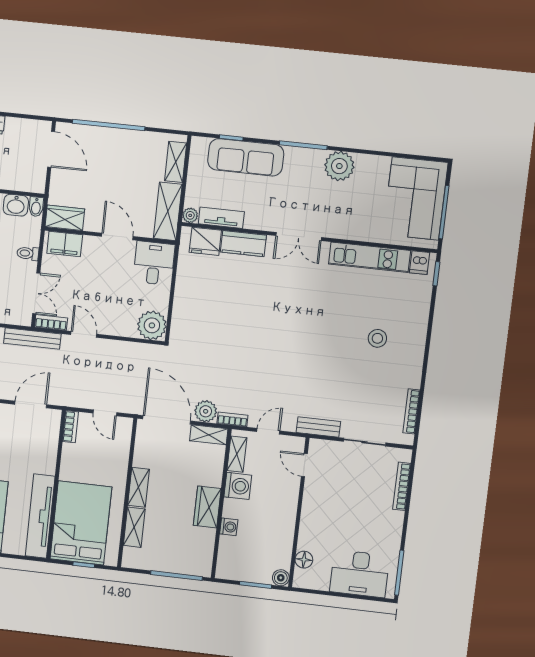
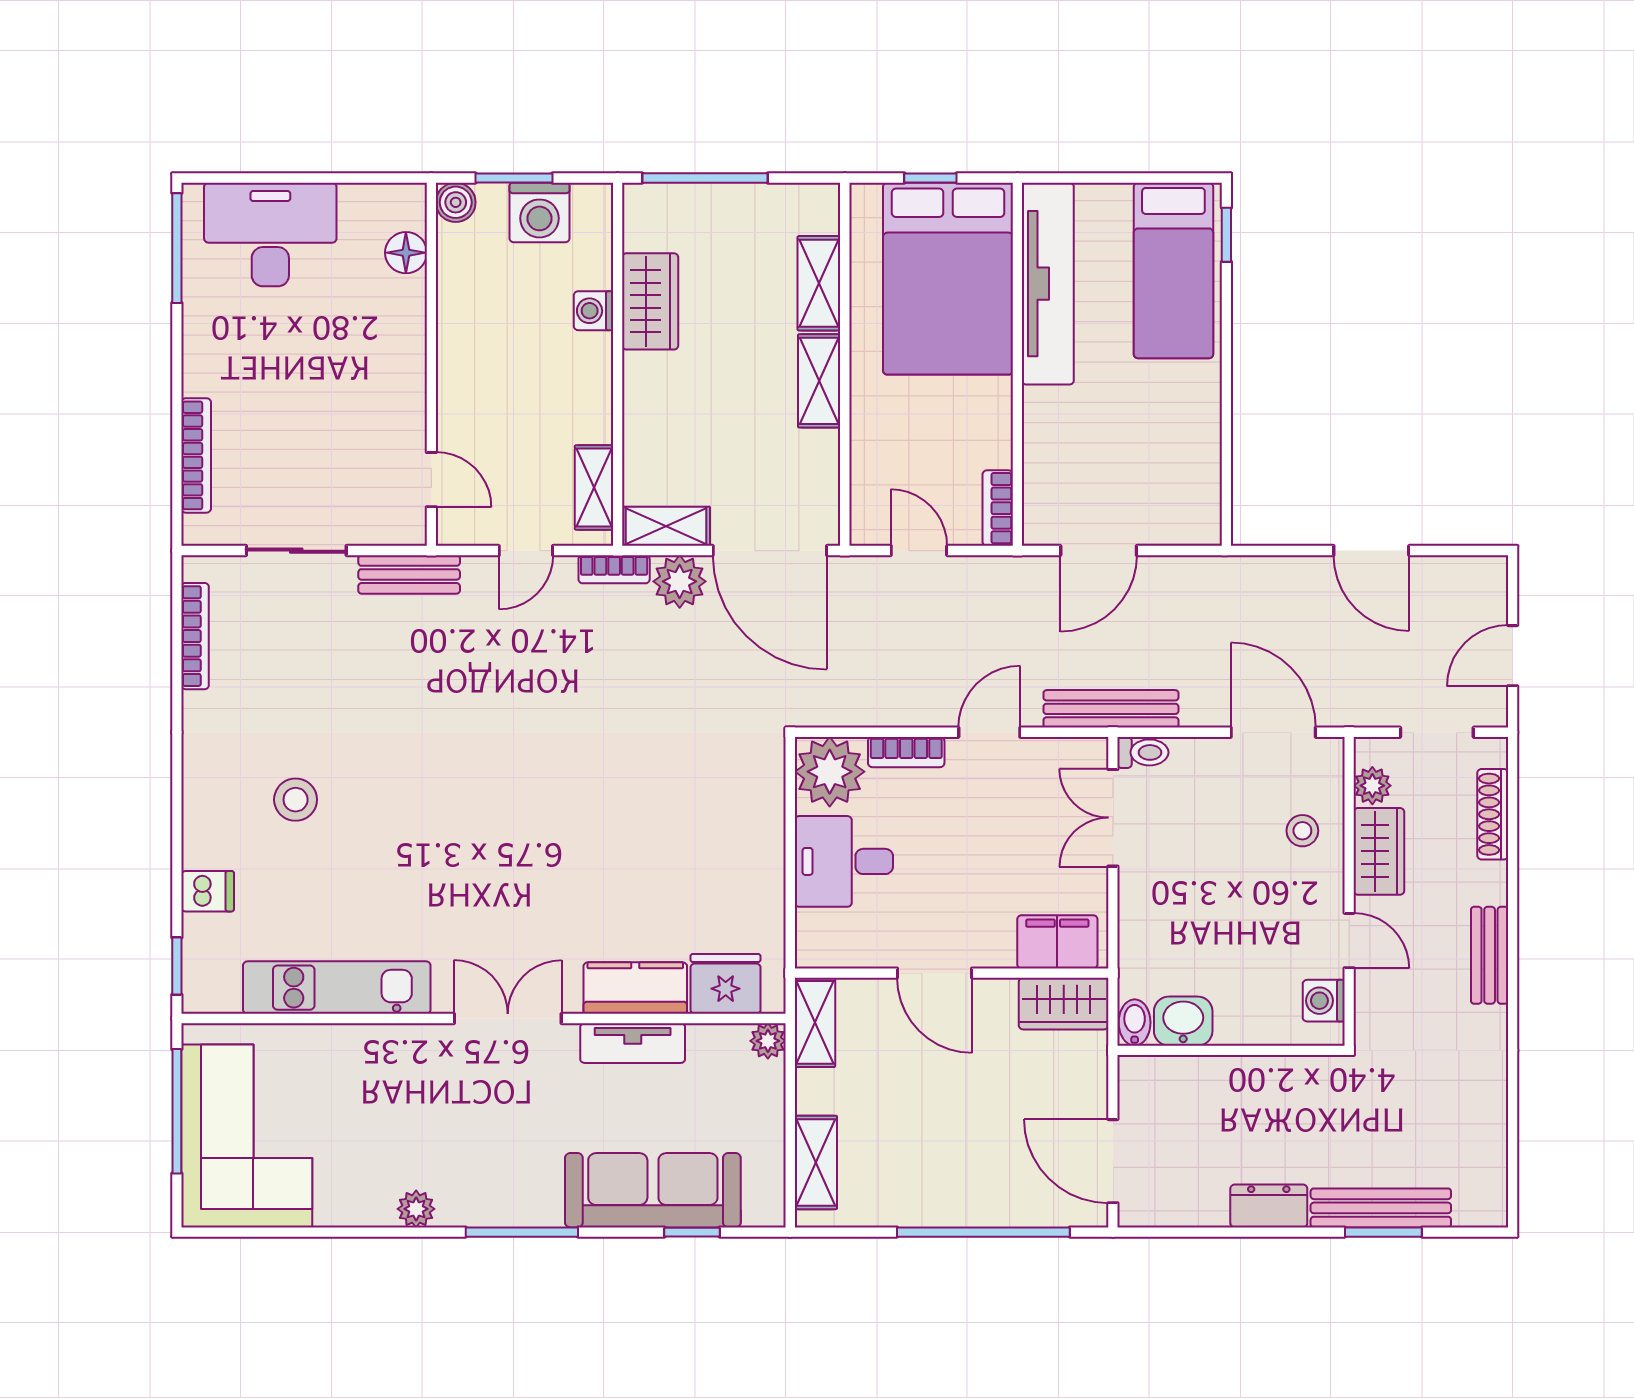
plant: (339, 166) -> (416, 1209), width x0.53, depth x0.53
shelving: (168, 211) -> (815, 1022), width x0.67, depth x0.75
tv unit: (221, 218) -> (633, 1043), moved
toilet: (28, 253) -> (1143, 752), moved
desk: (154, 263) -> (844, 861), moved, turned 90
dishwasher: (419, 263) -> (208, 891), moved, turned 90
bookcase: (51, 323) -> (906, 752), moved
door: (84, 334) -> (989, 732), swing flipped
washing machine: (238, 486) -> (539, 212), moved, turned -90
wardrobe: (207, 507) -> (650, 301), moved

